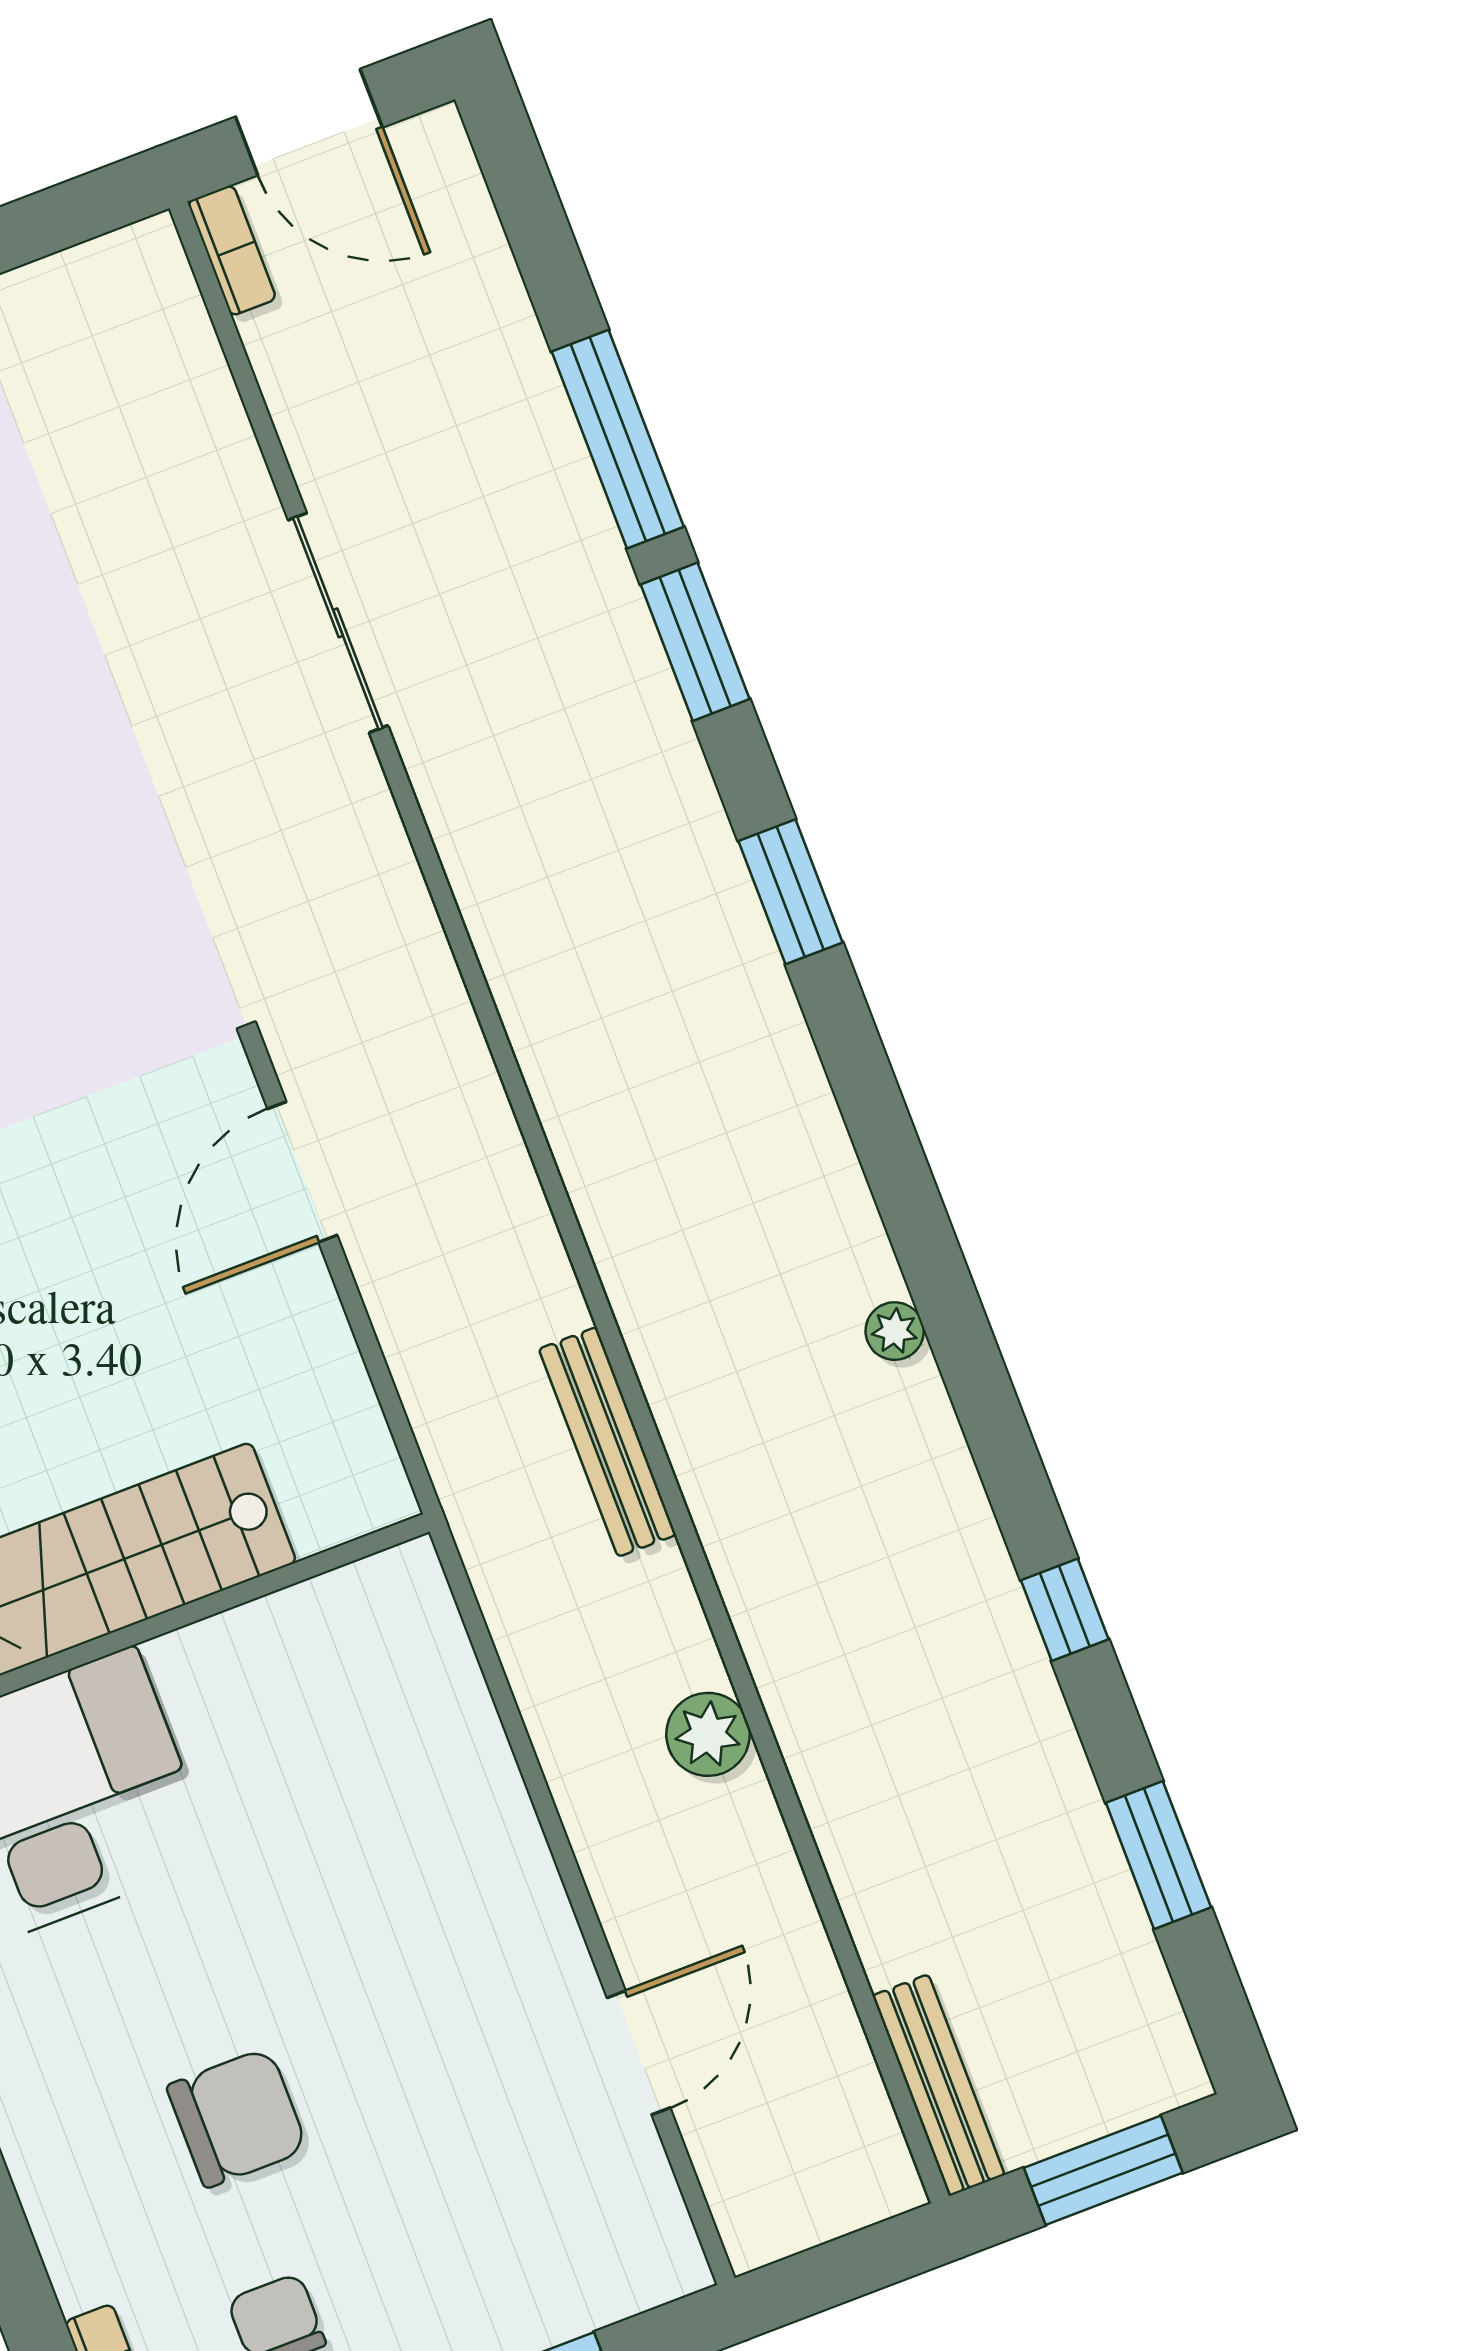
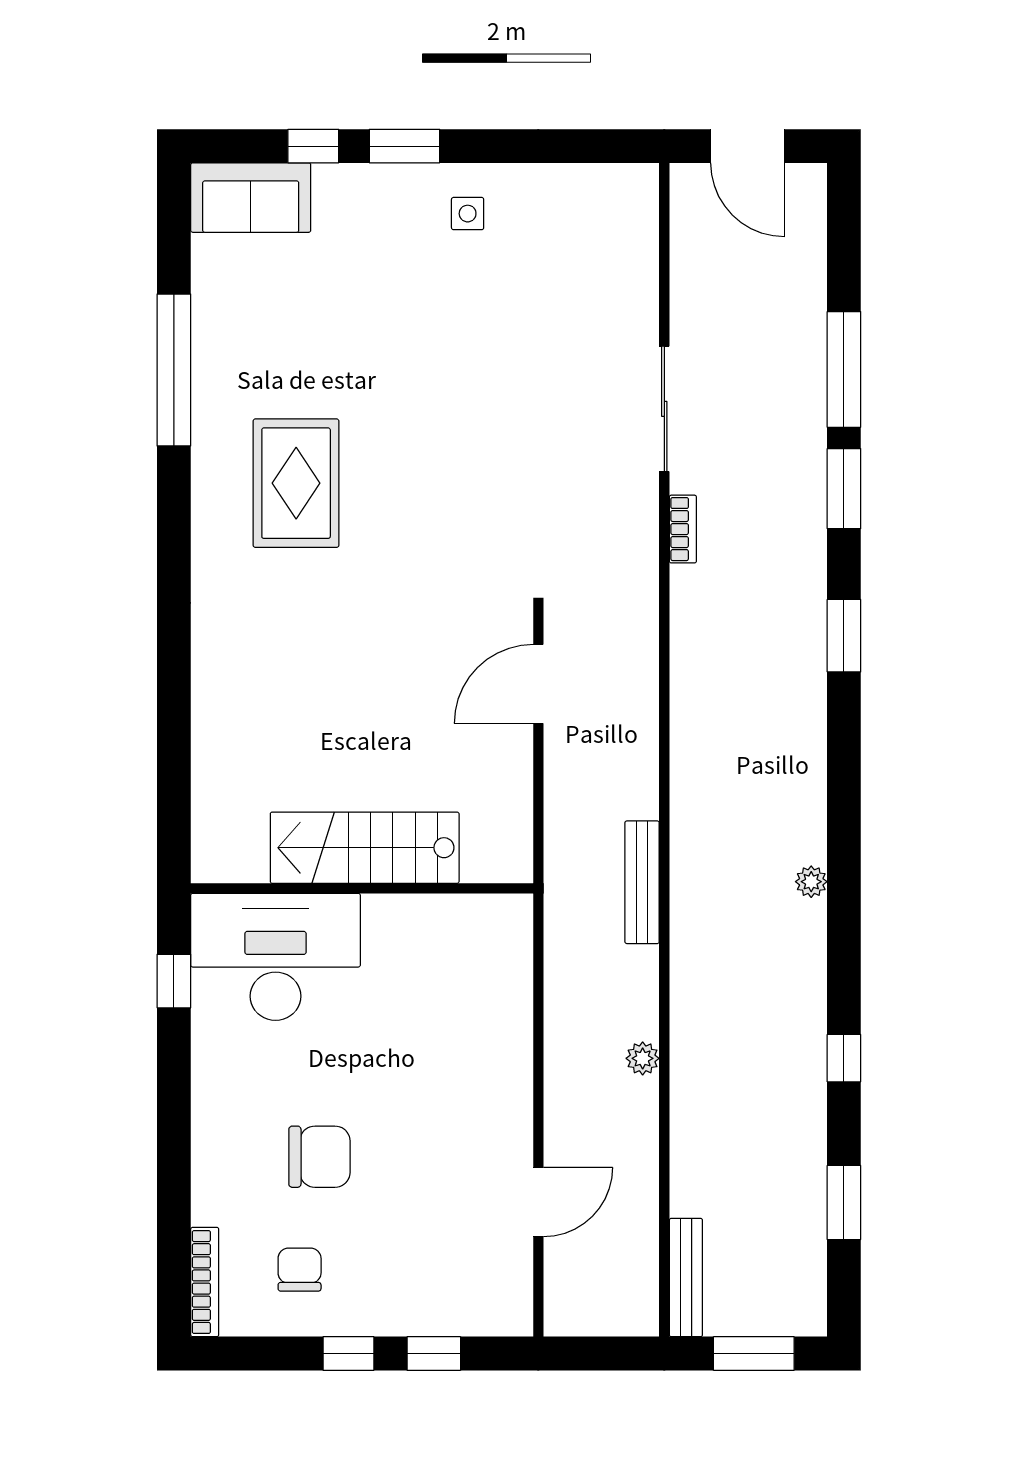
bookcase: (232, 250) -> (683, 529), moved
plant: (708, 1734) -> (643, 1058), width x0.73, depth x0.73

